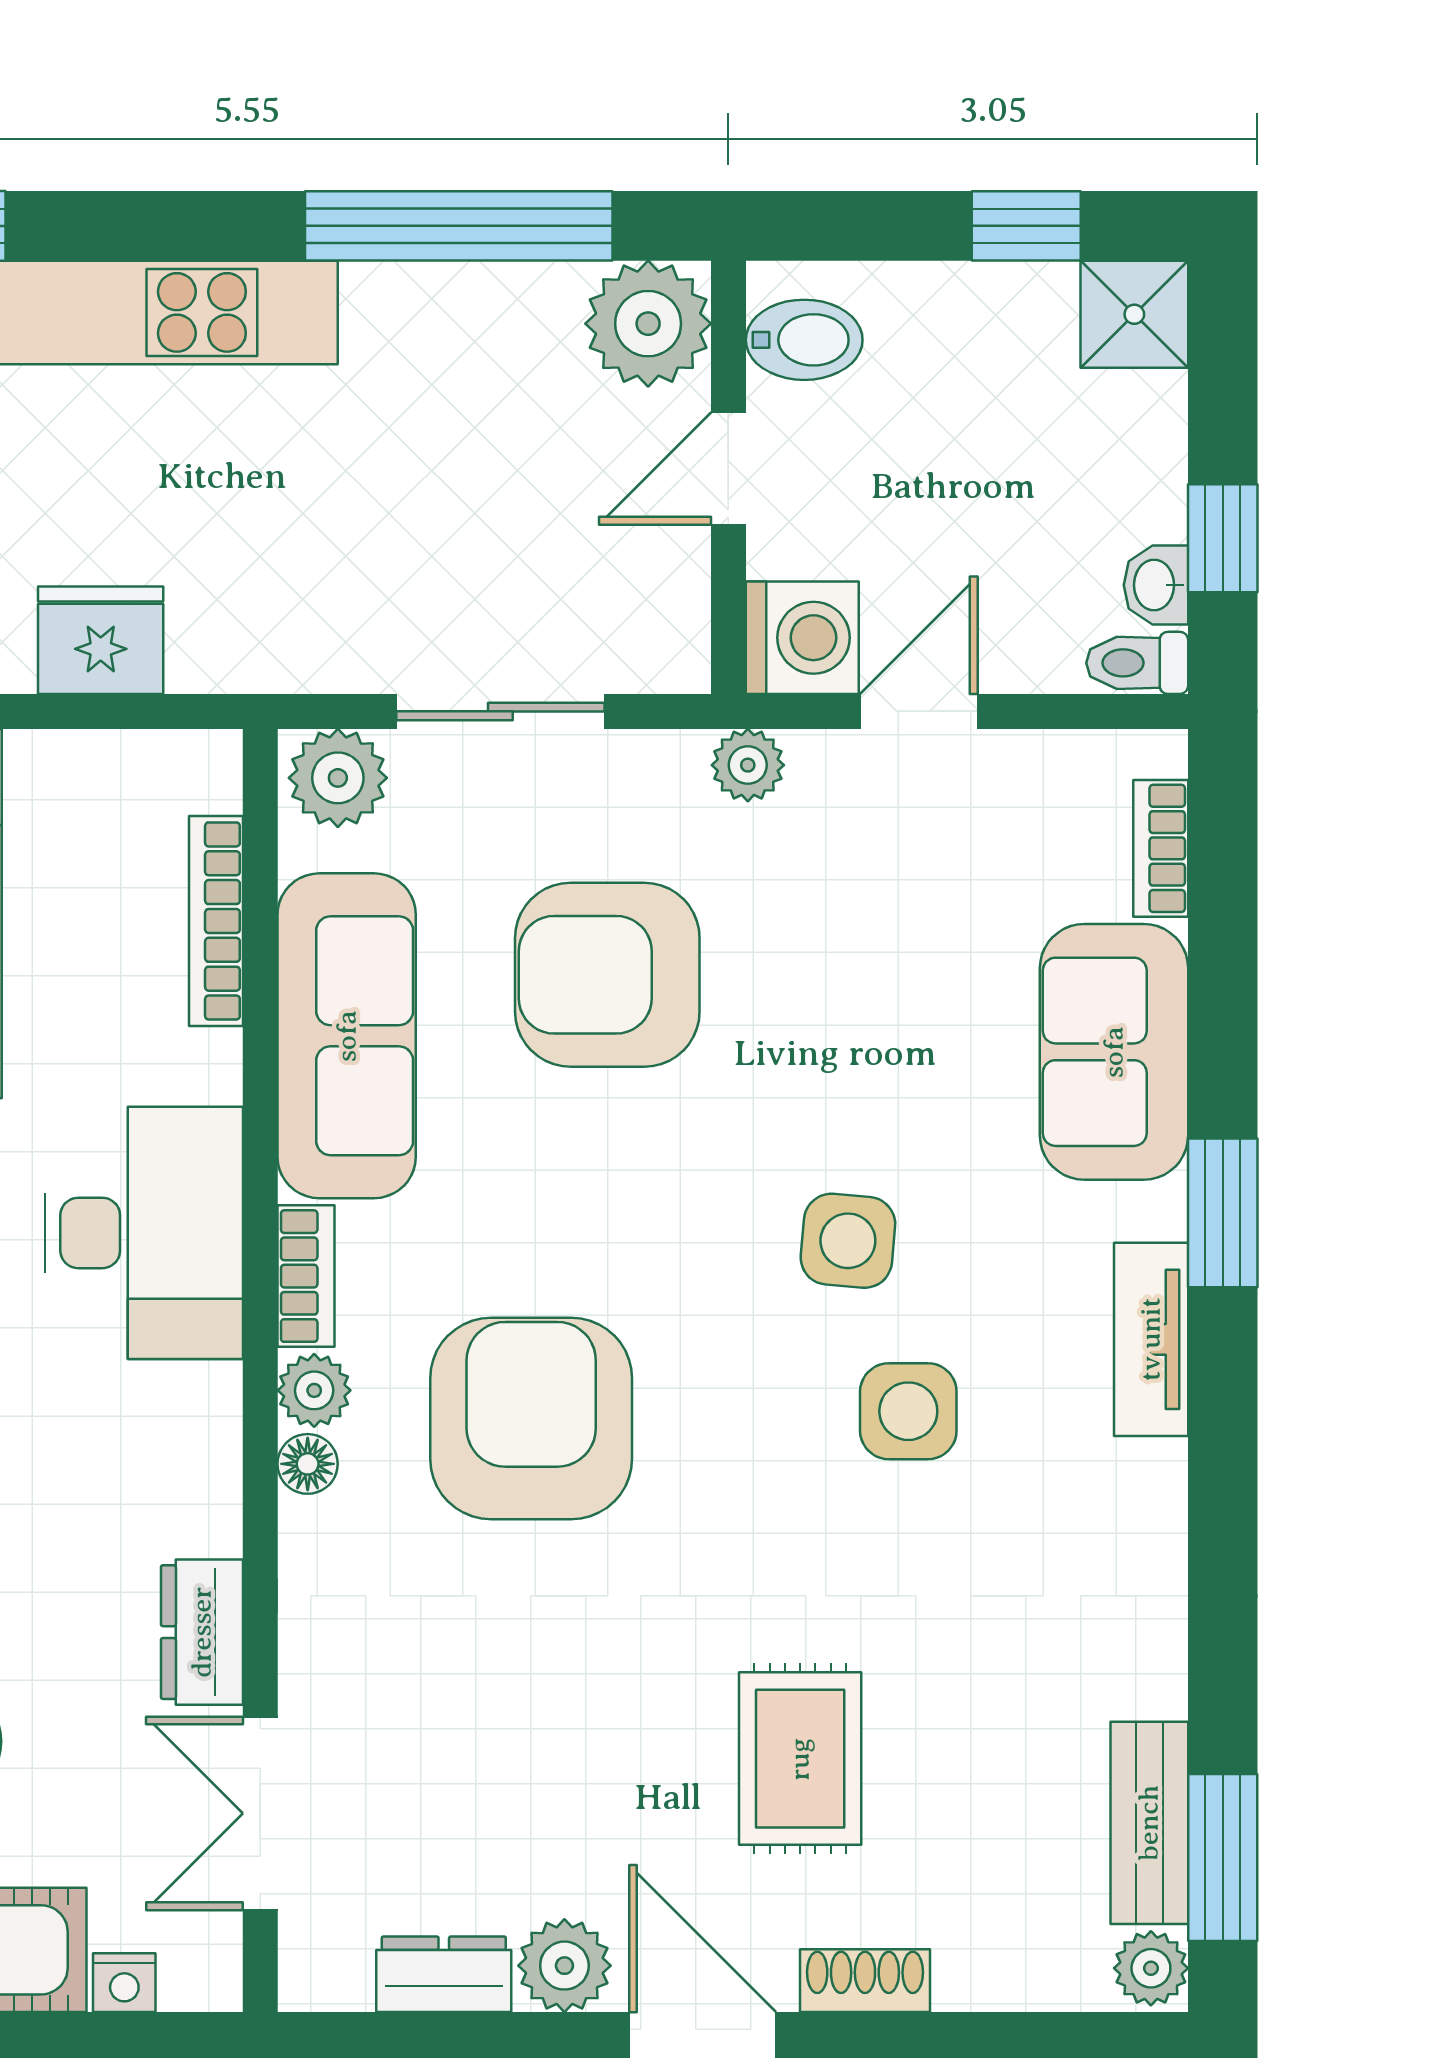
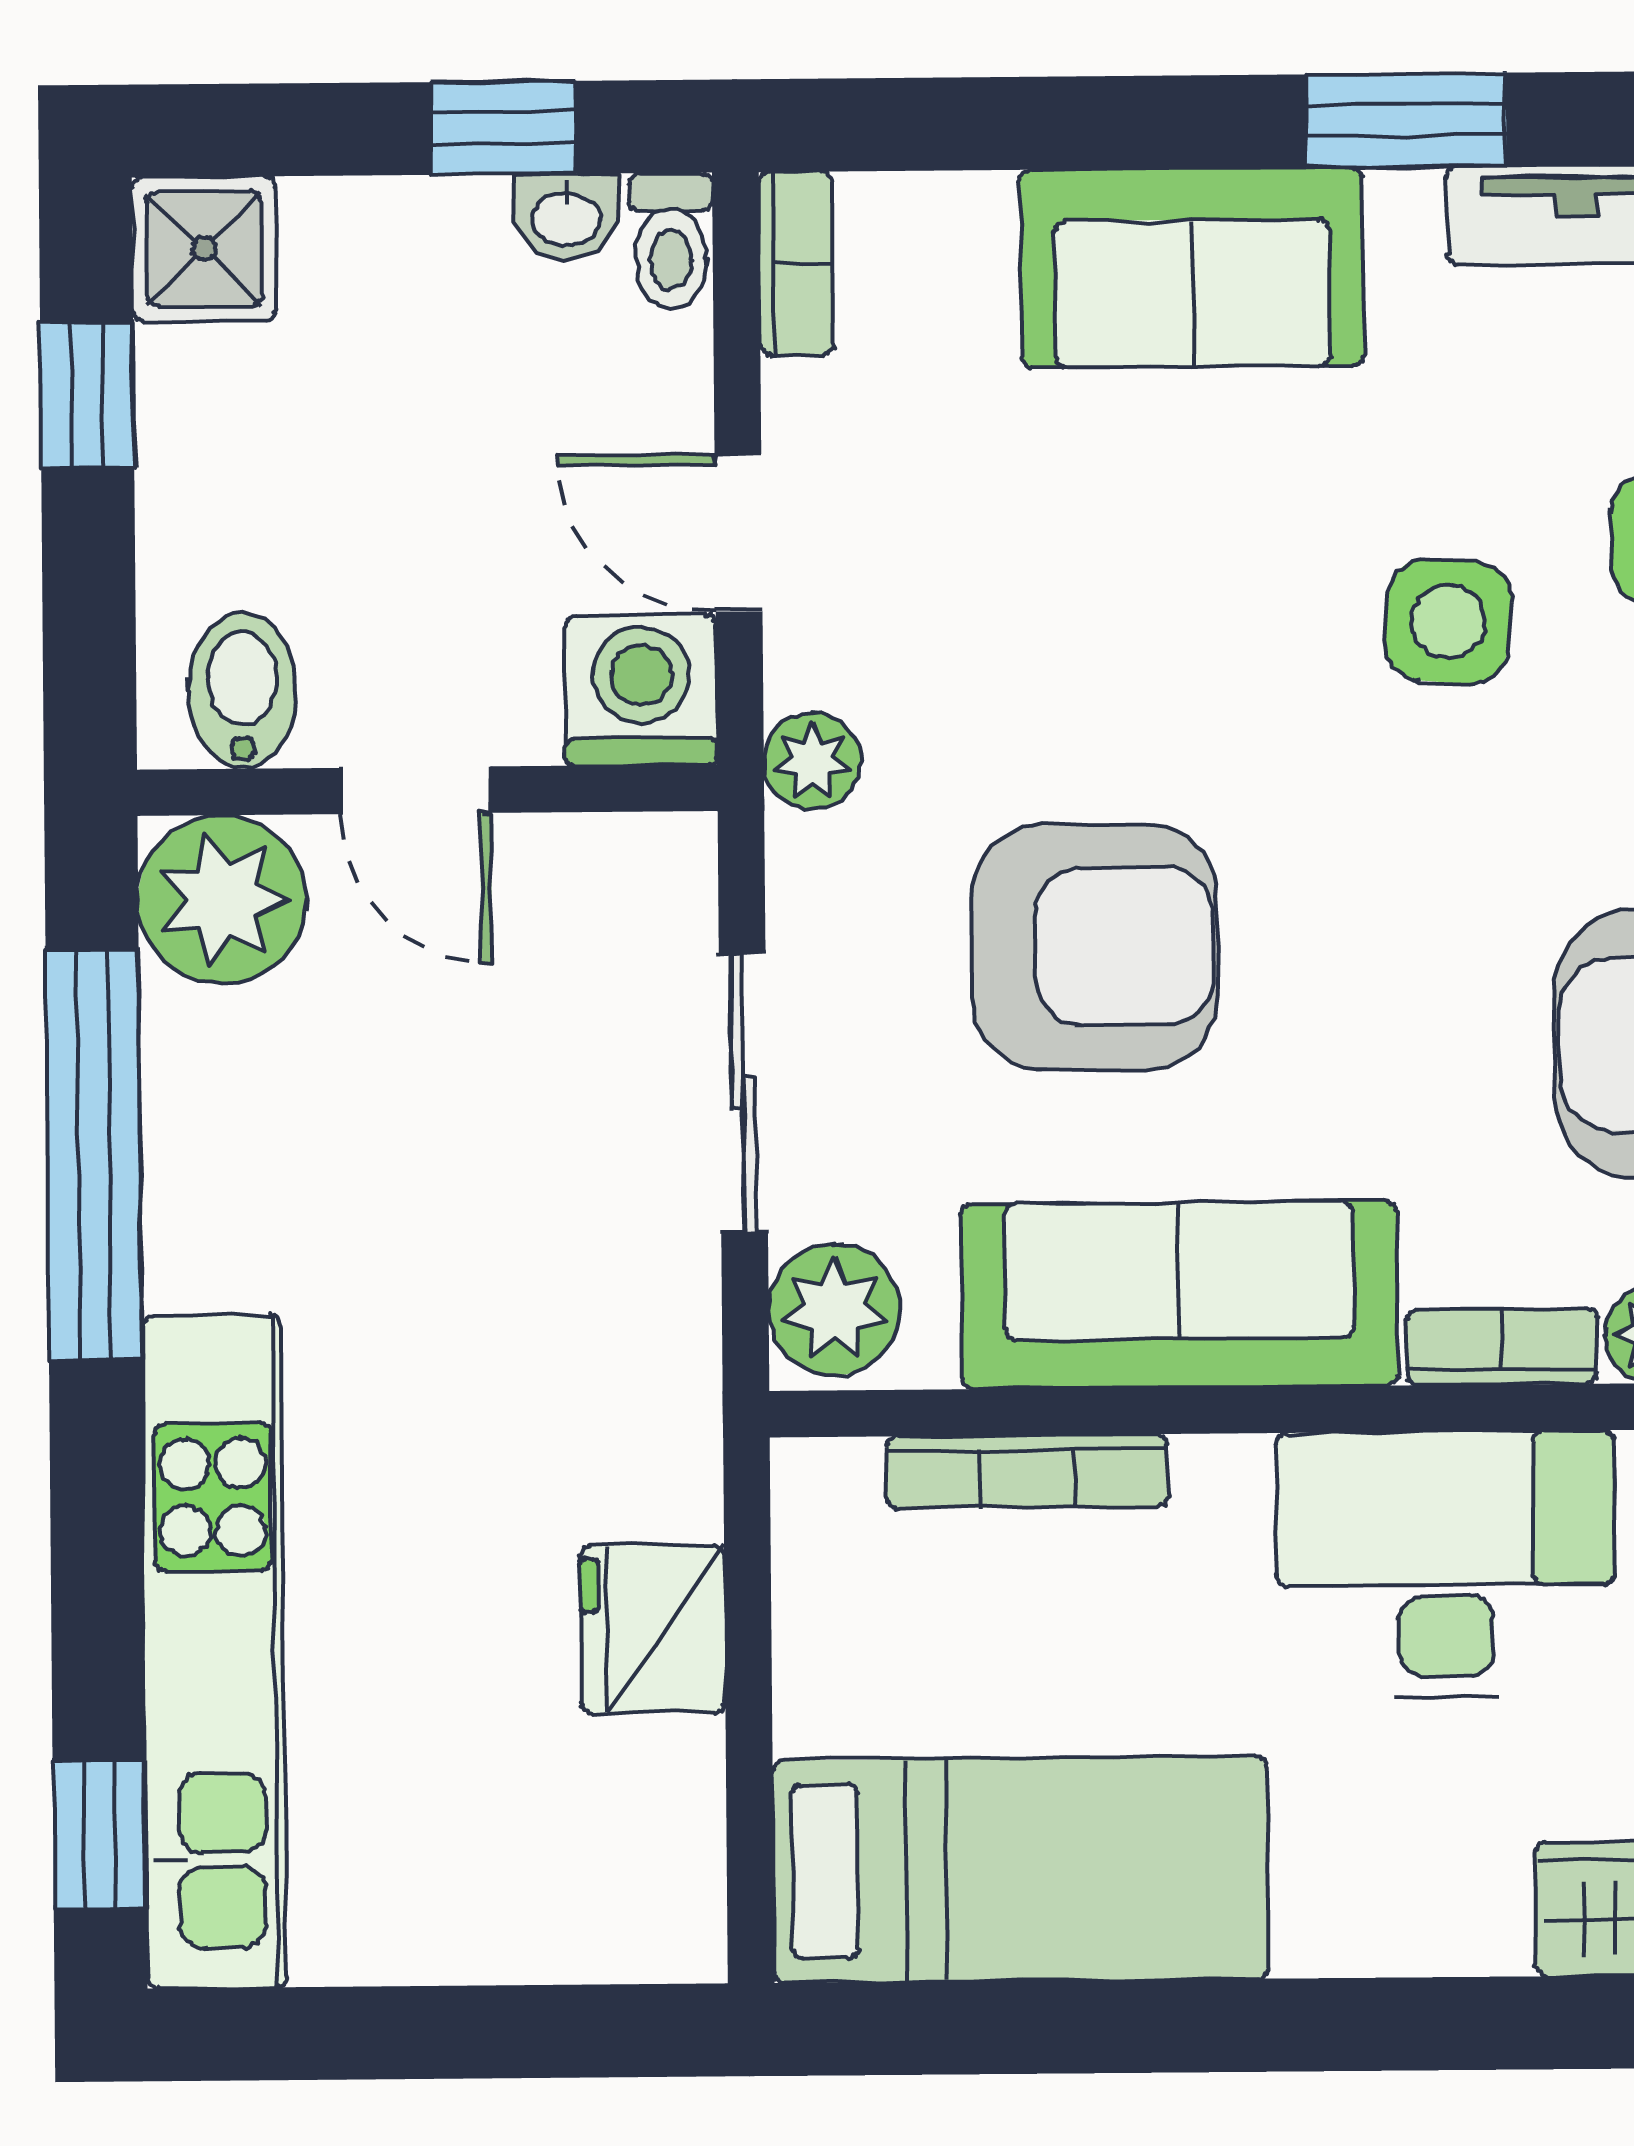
bookcase: (1161, 848) -> (796, 263), moved, turned -90
armchair: (607, 975) -> (1095, 947), turned -90

